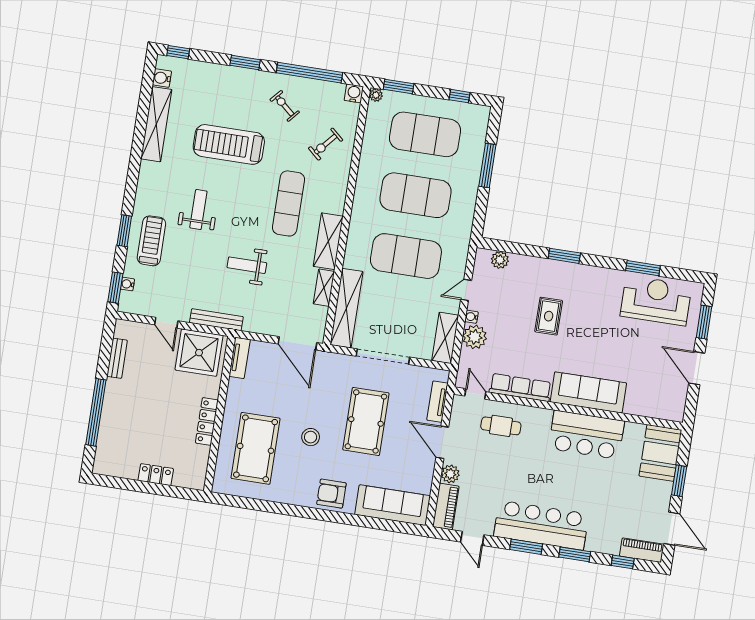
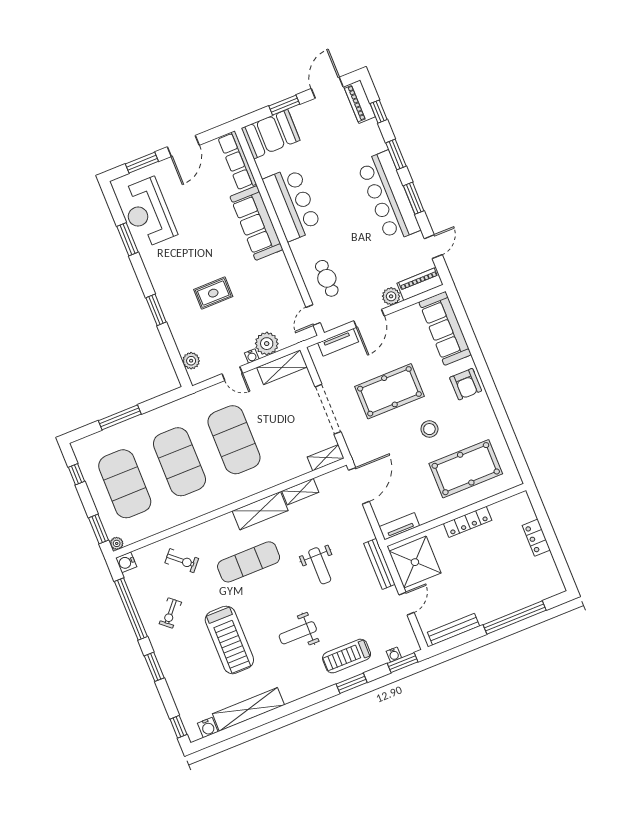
shelving: (346, 308) -> (326, 458), width x0.45, depth x0.75
bench: (117, 358) -> (454, 629), width x1.36
row of seats: (520, 387) -> (237, 161), moved

